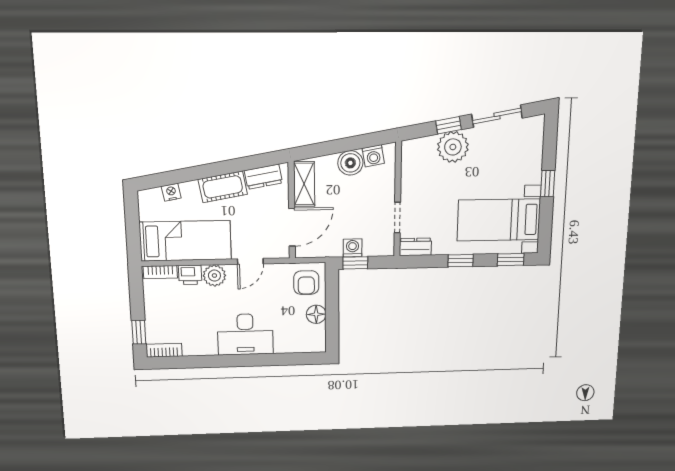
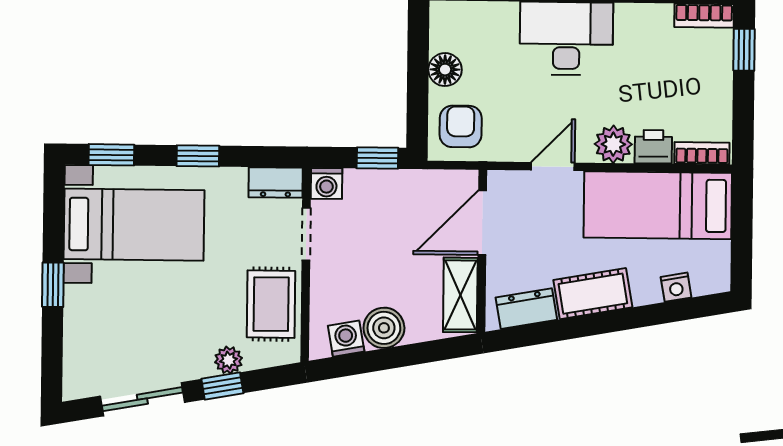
plant: (453, 147) -> (229, 360), width x0.53, depth x0.53
rug: (419, 175) -> (271, 304), added
washing machine: (352, 248) -> (326, 183), moved

